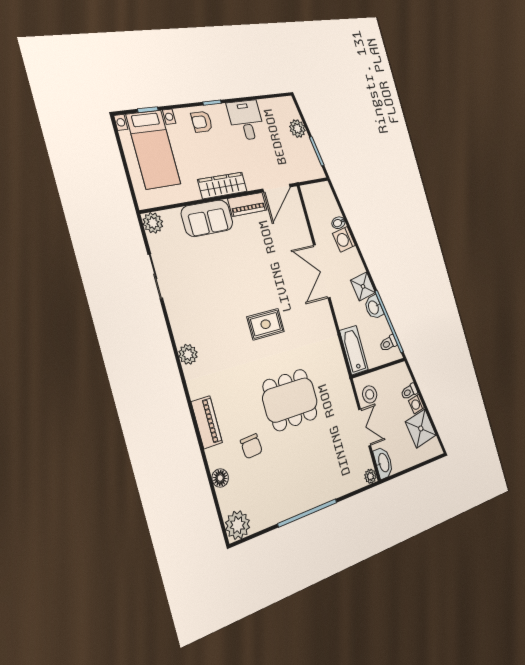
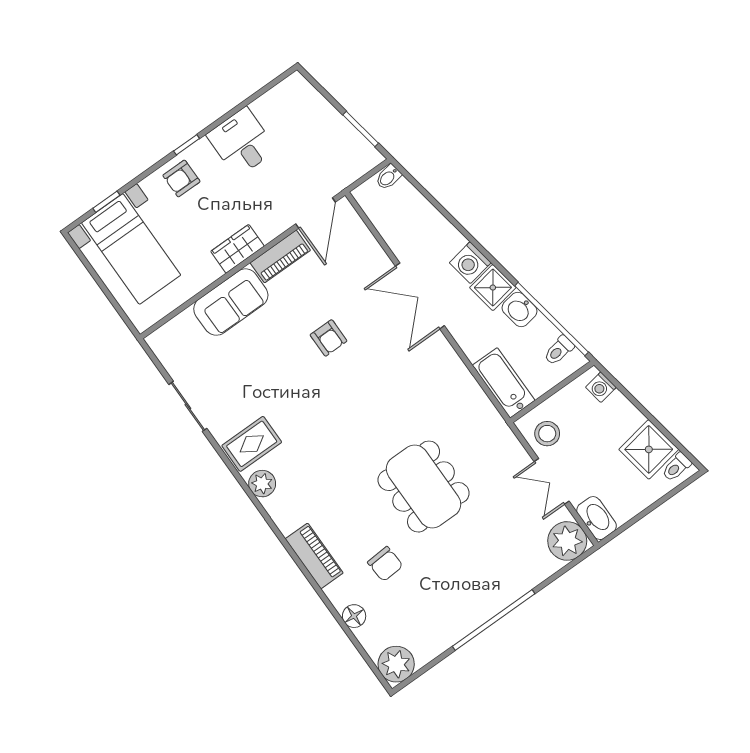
plant: (297, 129) -> (321, 112), removed
wardrobe: (222, 185) -> (237, 249), width x0.67
plant: (153, 223) -> (162, 342), removed
bidet: (338, 223) -> (388, 177), moved
washing machine: (344, 239) -> (470, 263), moved
armchair: (261, 272) -> (329, 338), added
rug: (266, 324) -> (252, 444), moved
toilet: (409, 392) -> (676, 467), moved
dining table: (290, 400) -> (424, 487), turned 90
washing machine: (416, 404) -> (601, 387), moved
double door: (365, 428) -> (552, 481), swing flipped
plant: (370, 476) -> (567, 541), width x1.88, depth x1.88

